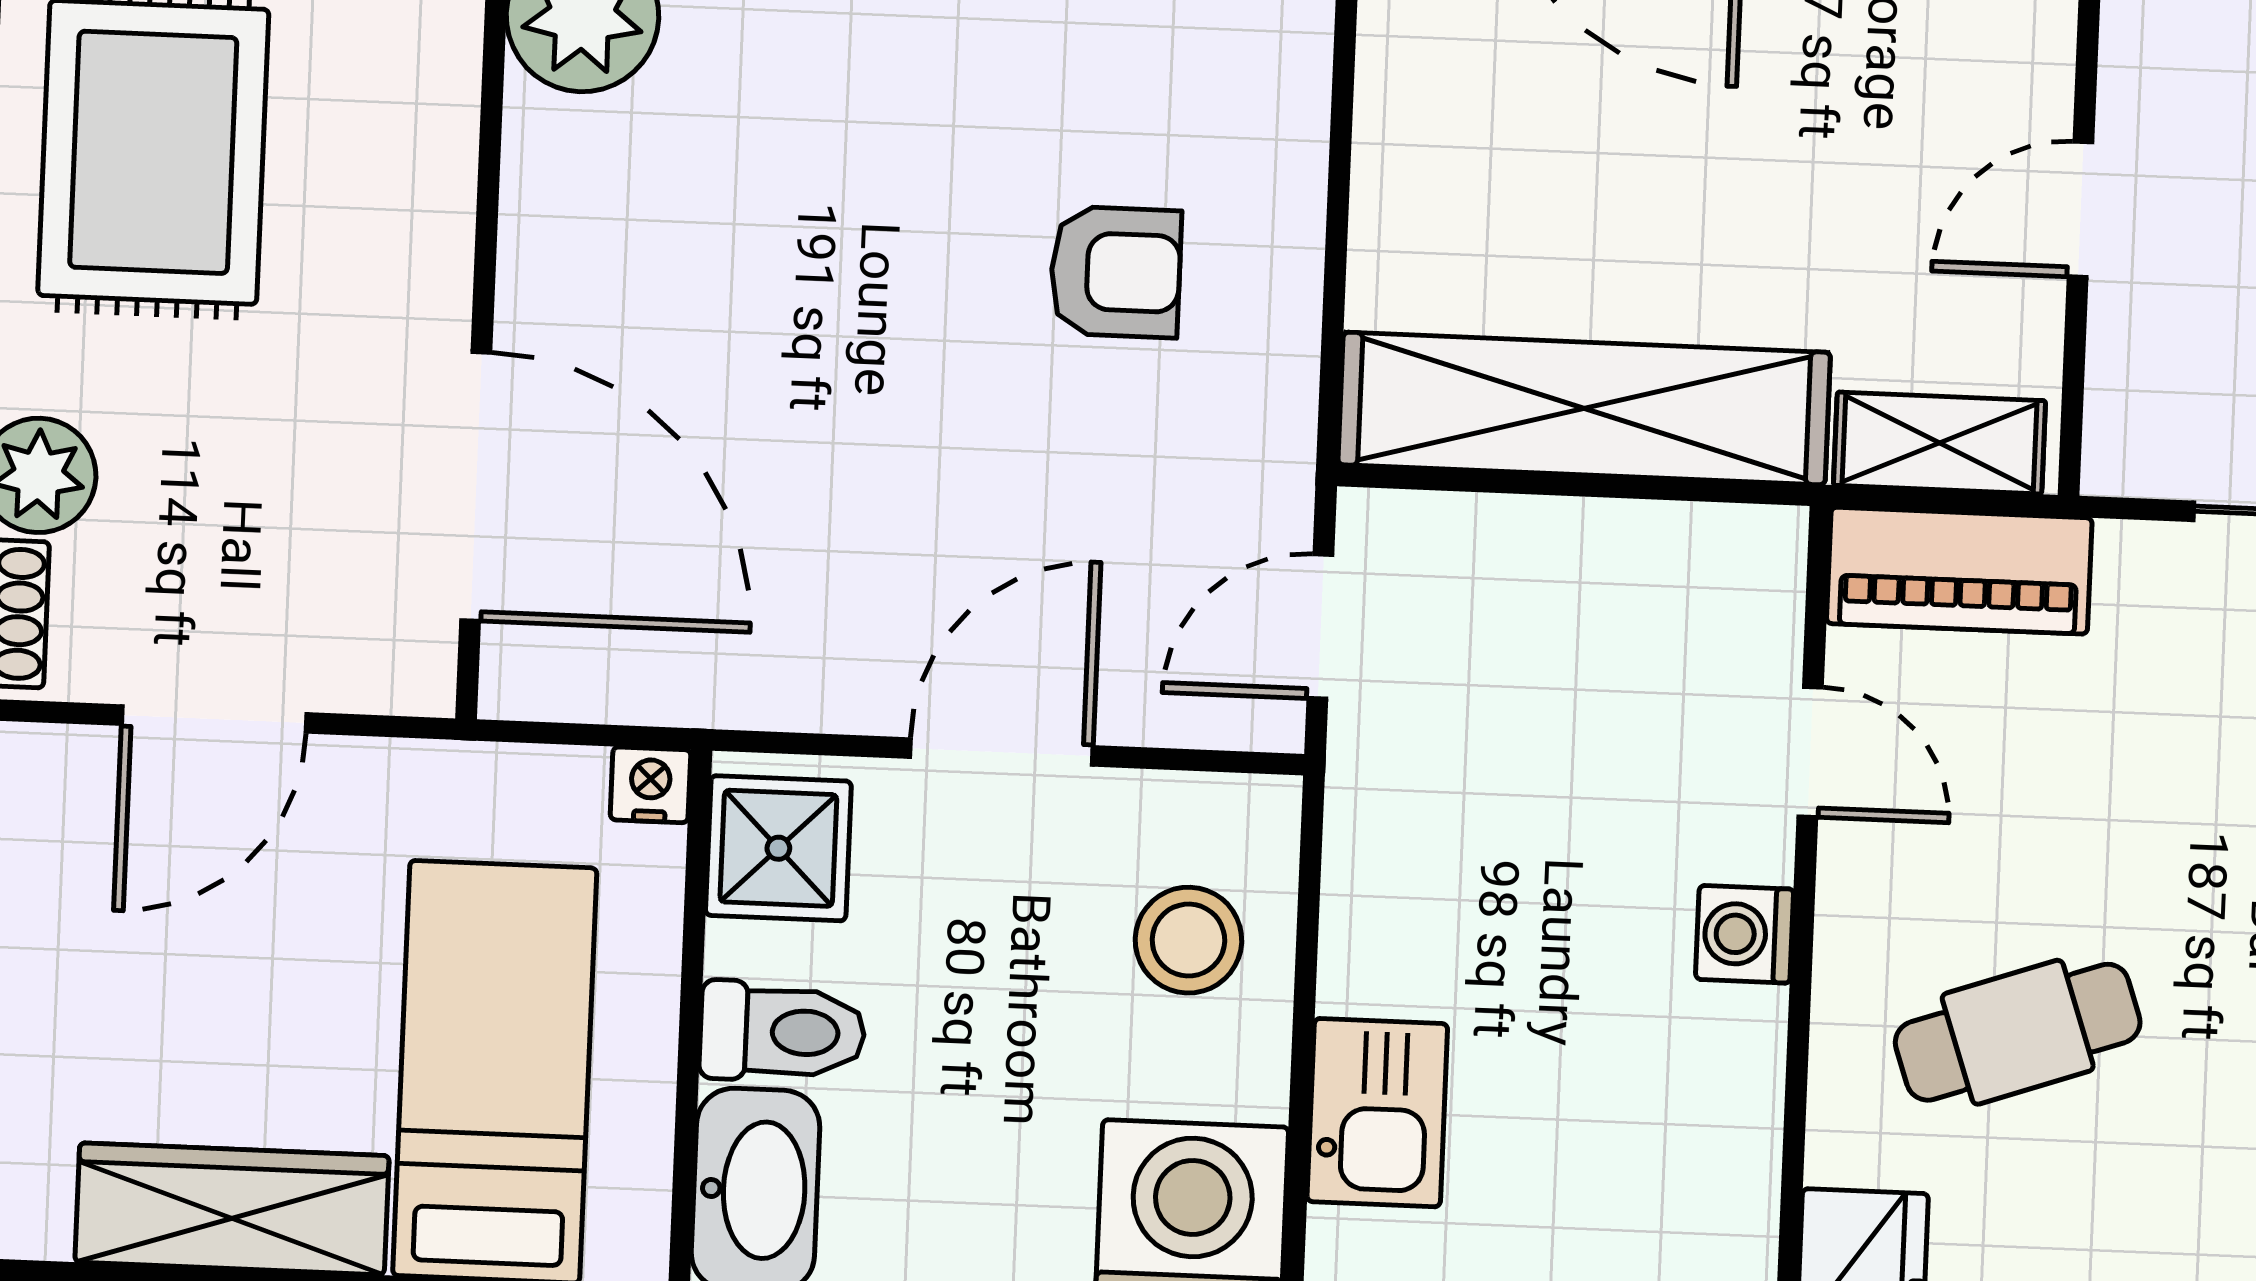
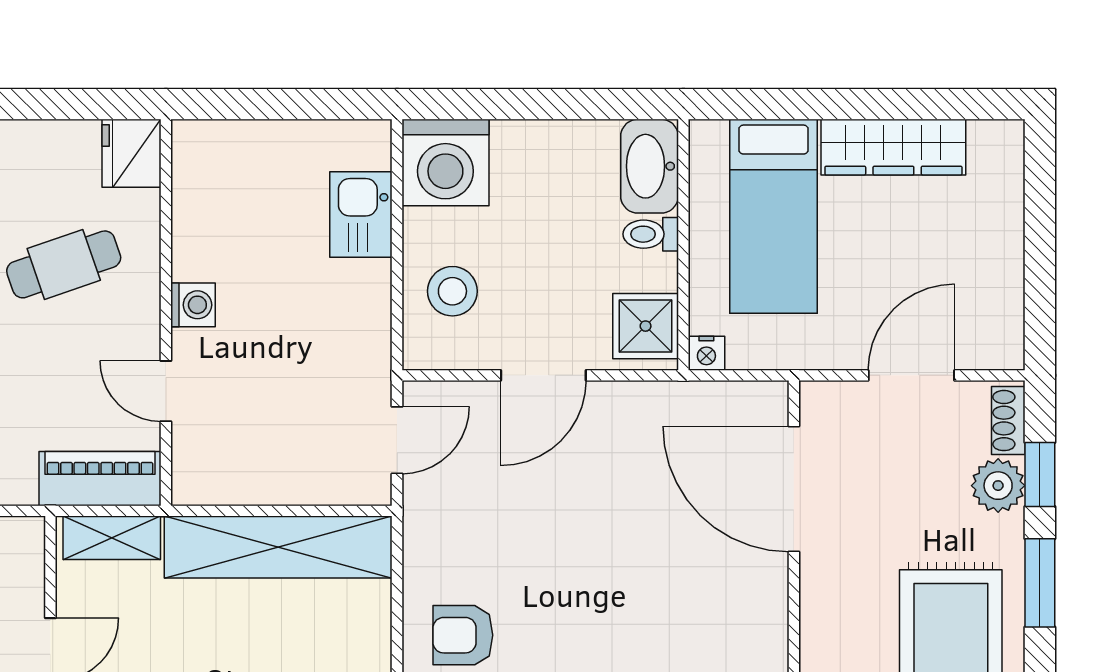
armchair: (1116, 272) -> (463, 635), moved
toilet: (782, 1032) -> (651, 234), width x0.73, depth x0.72

